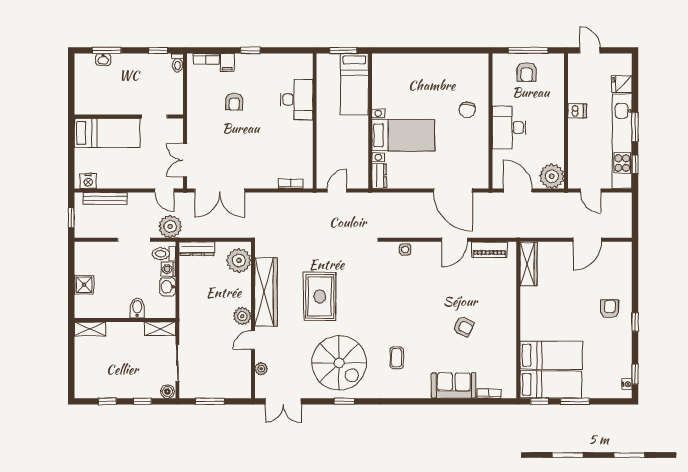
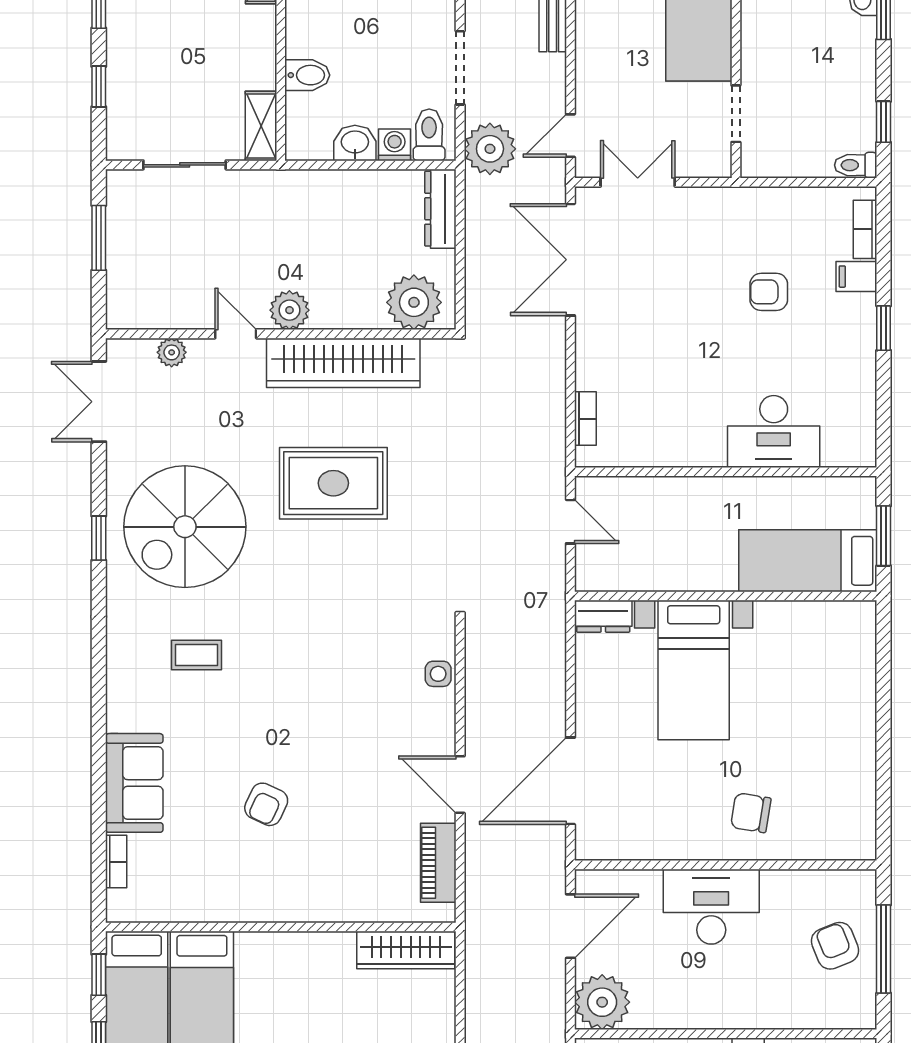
armchair: (527, 72) -> (835, 946), turned 68
boiler: (167, 392) -> (121, 143), removed

